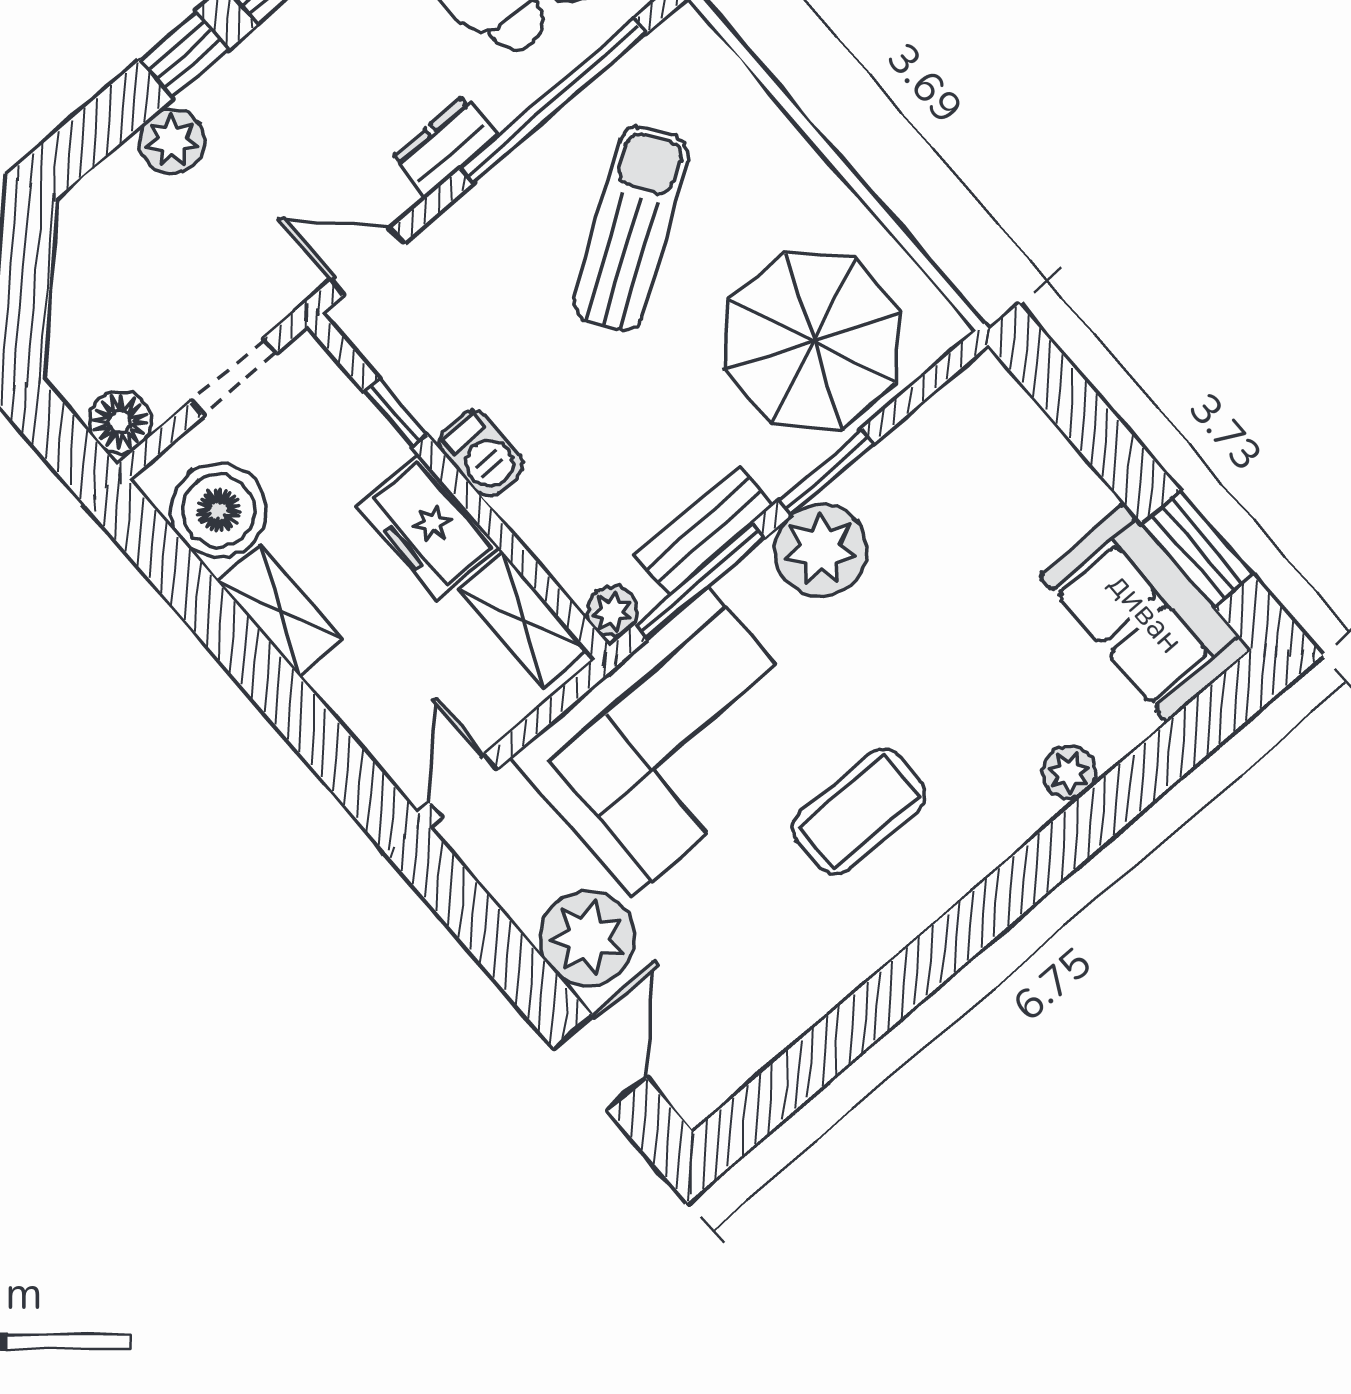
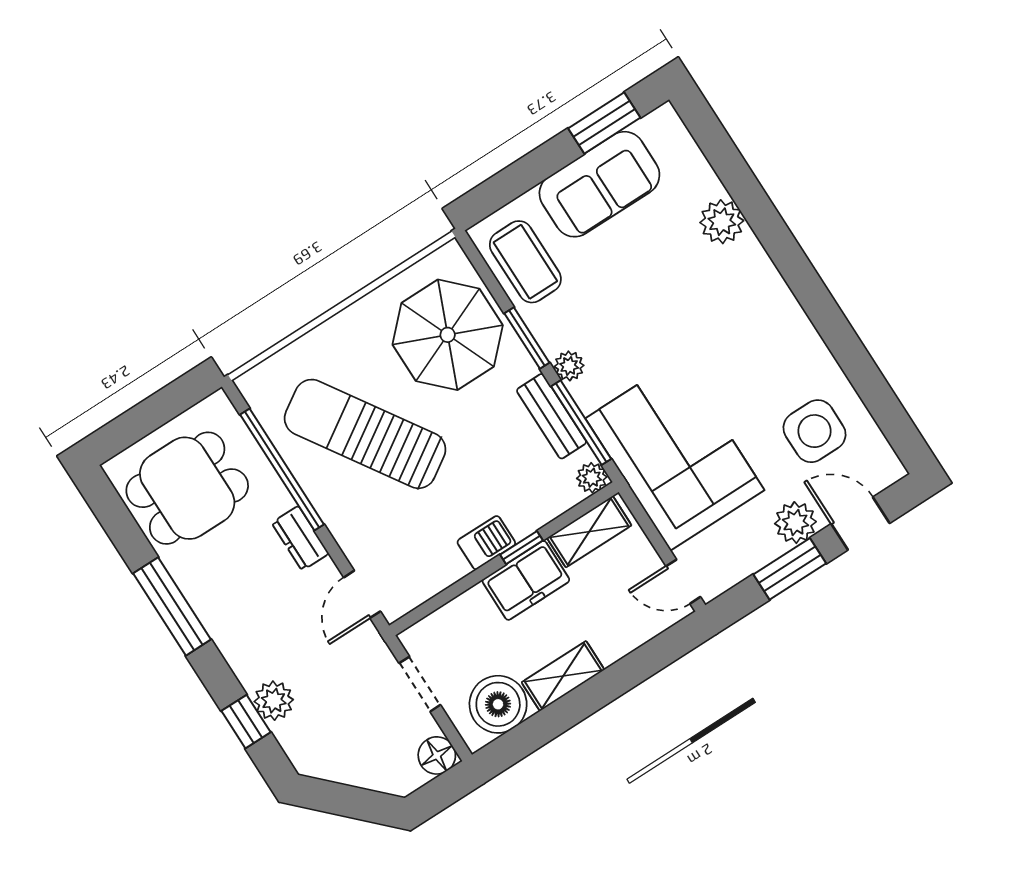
window: (184, 54) -> (246, 722), moved
sun lounger: (631, 229) -> (365, 434), width x1.36, depth x1.34
window: (395, 413) -> (521, 548), moved
plant: (821, 550) -> (569, 366), width x0.53, depth x0.53
sofa: (1146, 613) -> (599, 184), moved
plant: (1069, 772) -> (722, 222), width x1.38, depth x1.38
coffee table: (859, 812) -> (525, 262), moved
plant: (588, 938) -> (795, 523), width x0.73, depth x0.73
window: (509, 957) -> (790, 569), added
side table: (741, 966) -> (814, 431), added

